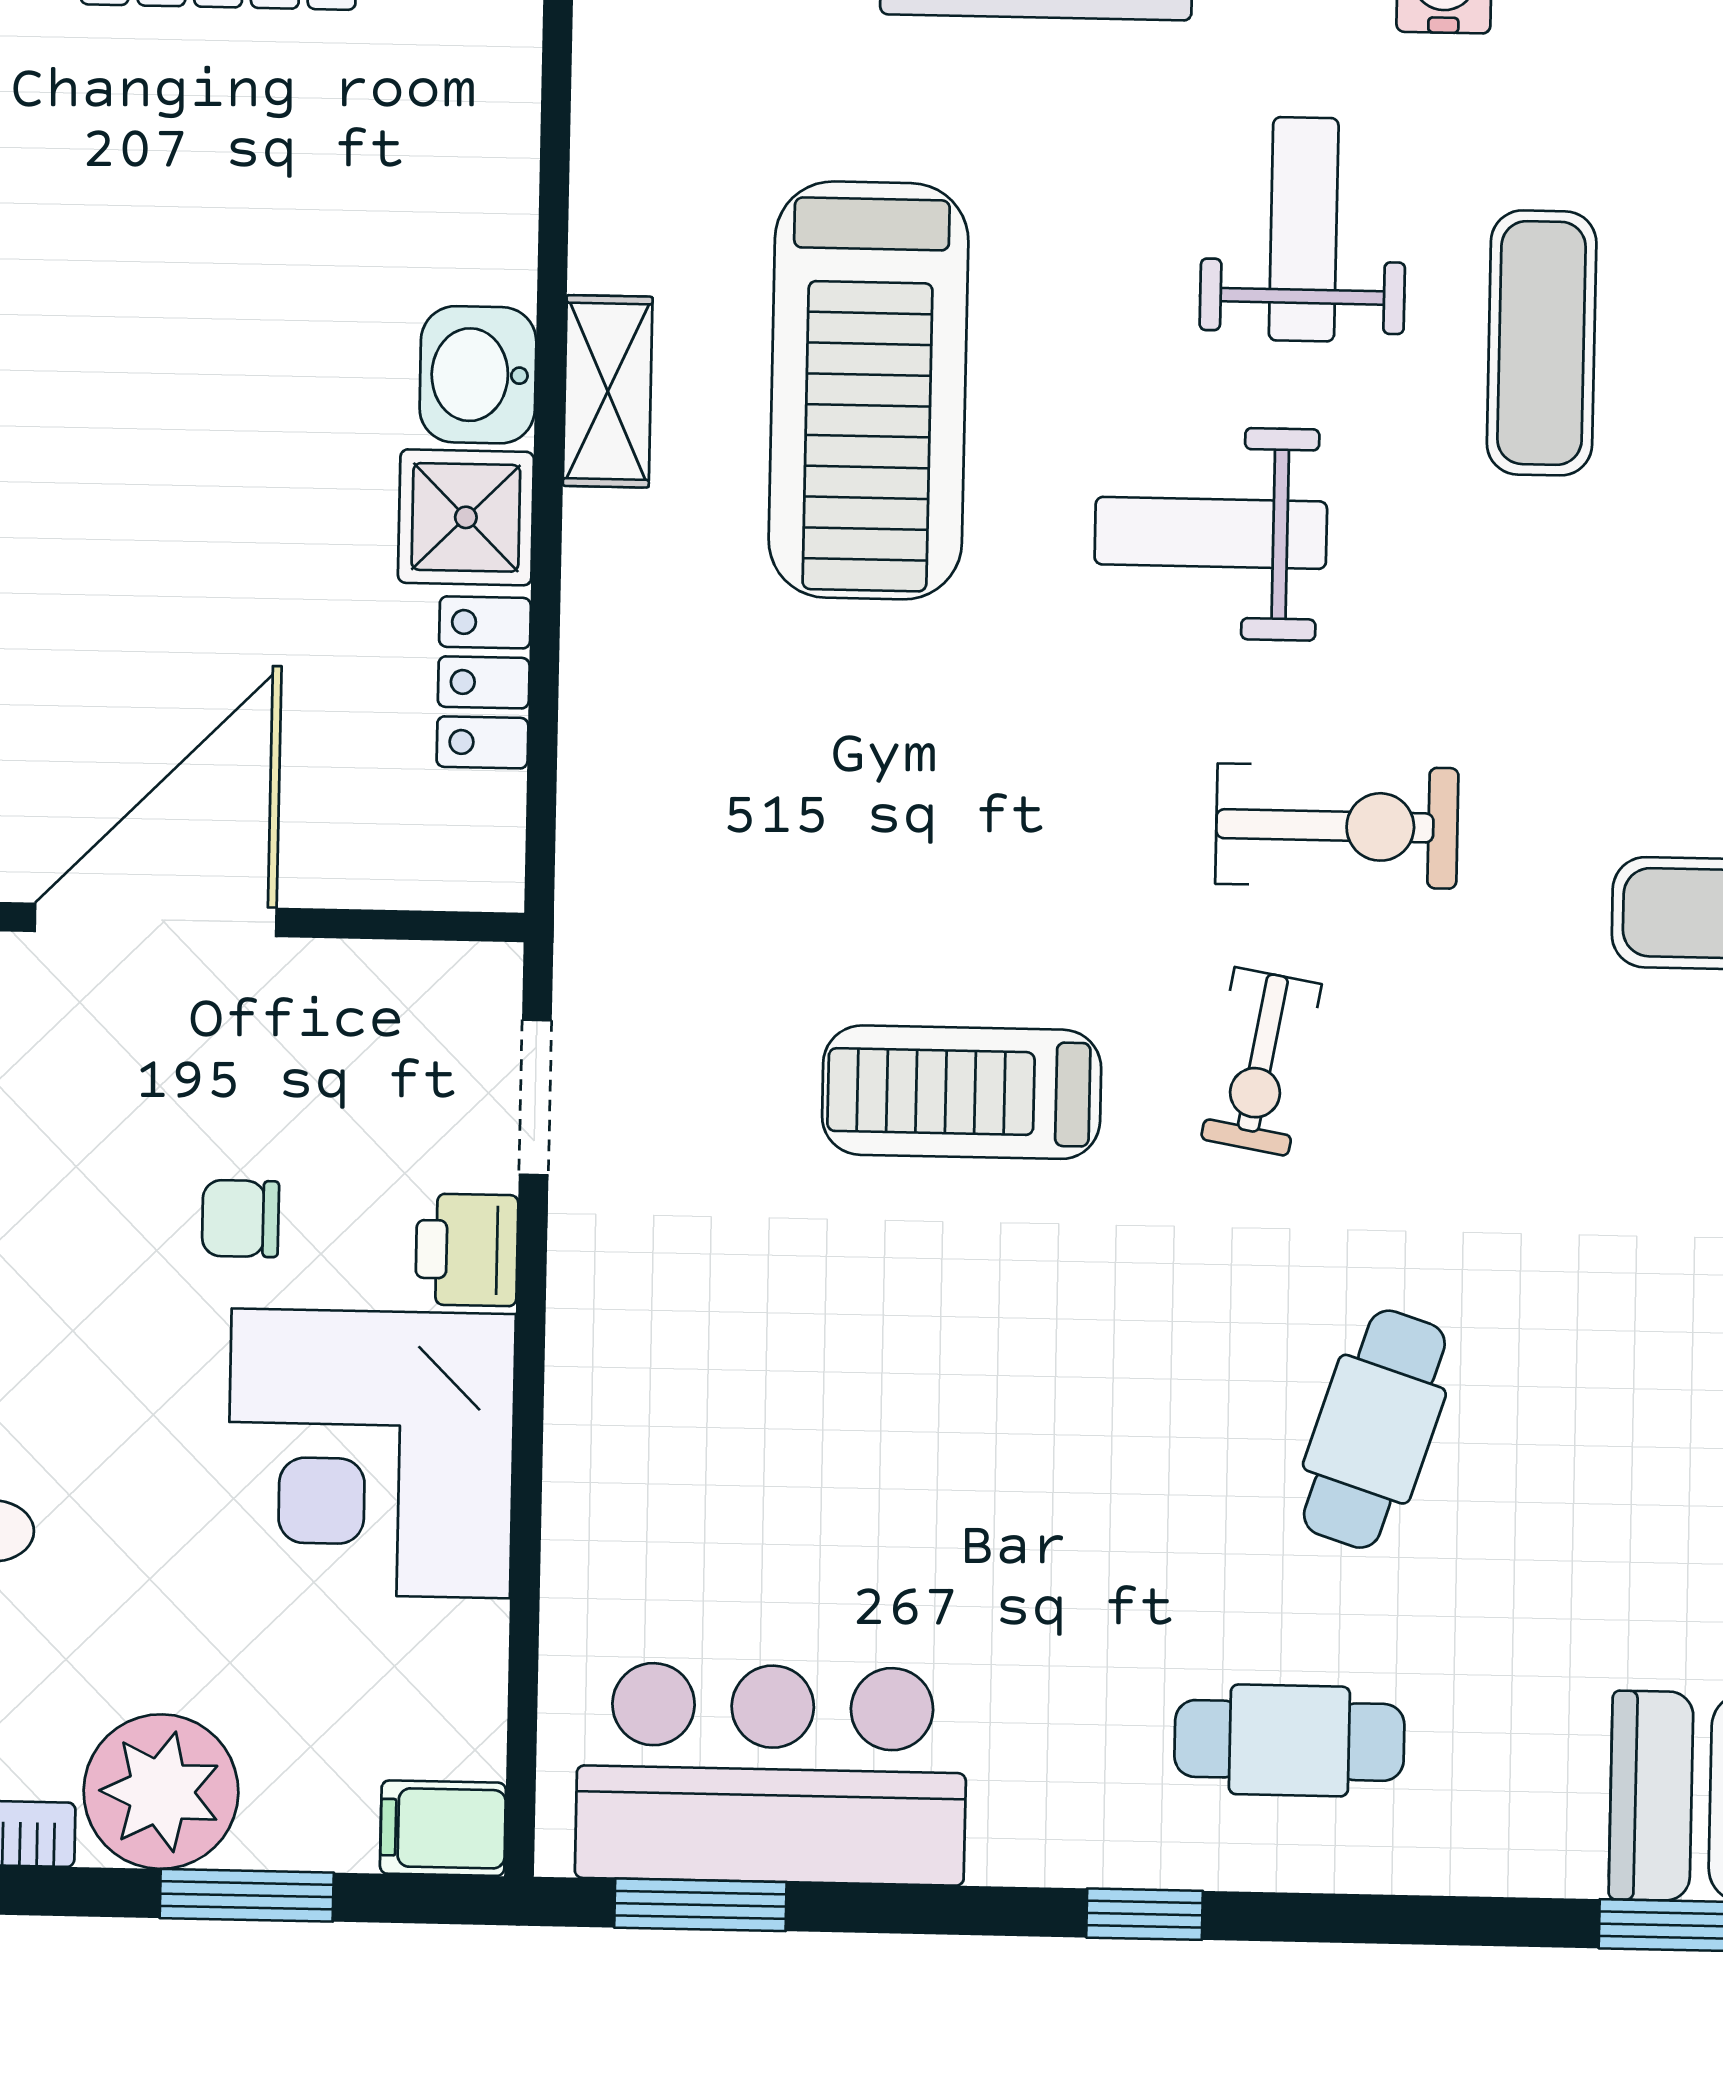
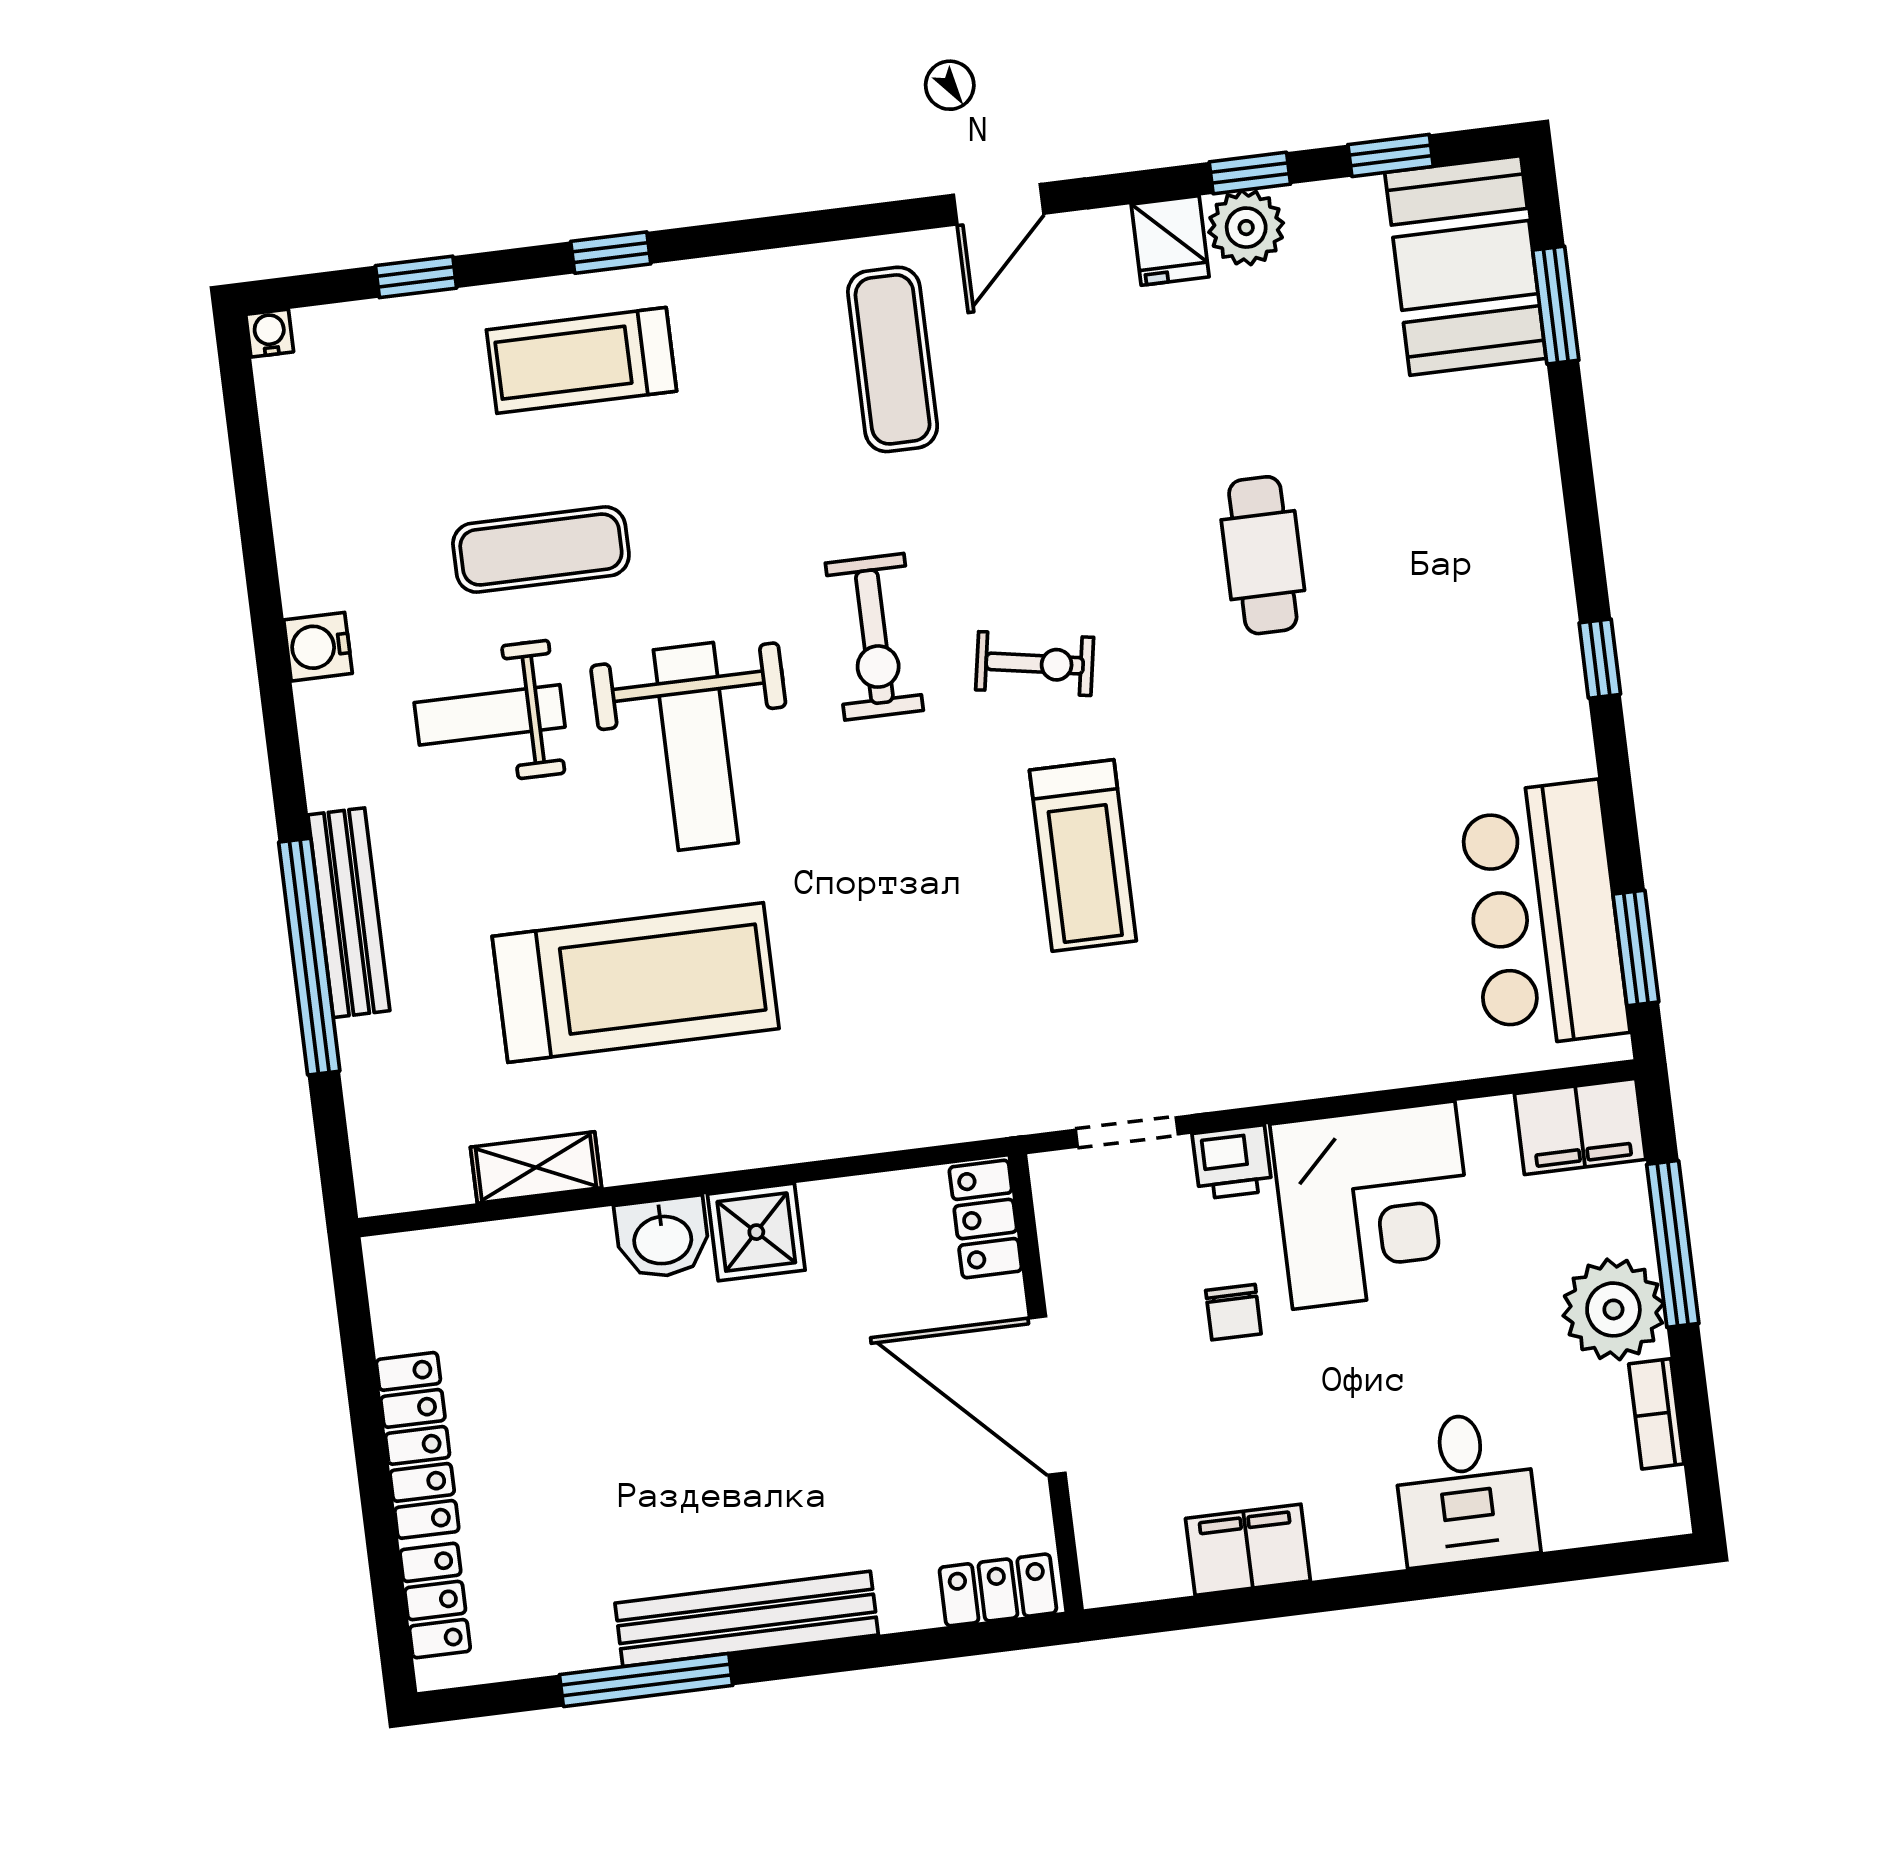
shelving: (608, 391) -> (536, 1167), moved
weight bench: (1211, 533) -> (696, 746), width x1.36, depth x1.33
locker: (484, 682) -> (985, 1219), moved, turned 90
exercise bike: (1337, 826) -> (874, 637), turned 180
cafe table: (1374, 1429) -> (1263, 555), turned 72
cafe table: (1289, 1740) -> (1473, 581), removed
filing cabinet: (443, 1828) -> (1580, 1126), width x2.00
window: (247, 1895) -> (1673, 1244), width x1.44

